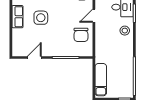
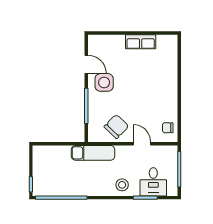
side table: (41, 18) -> (104, 82), moved
chair: (81, 35) -> (116, 126), turned 134
exam couch: (101, 80) -> (93, 153), moved

